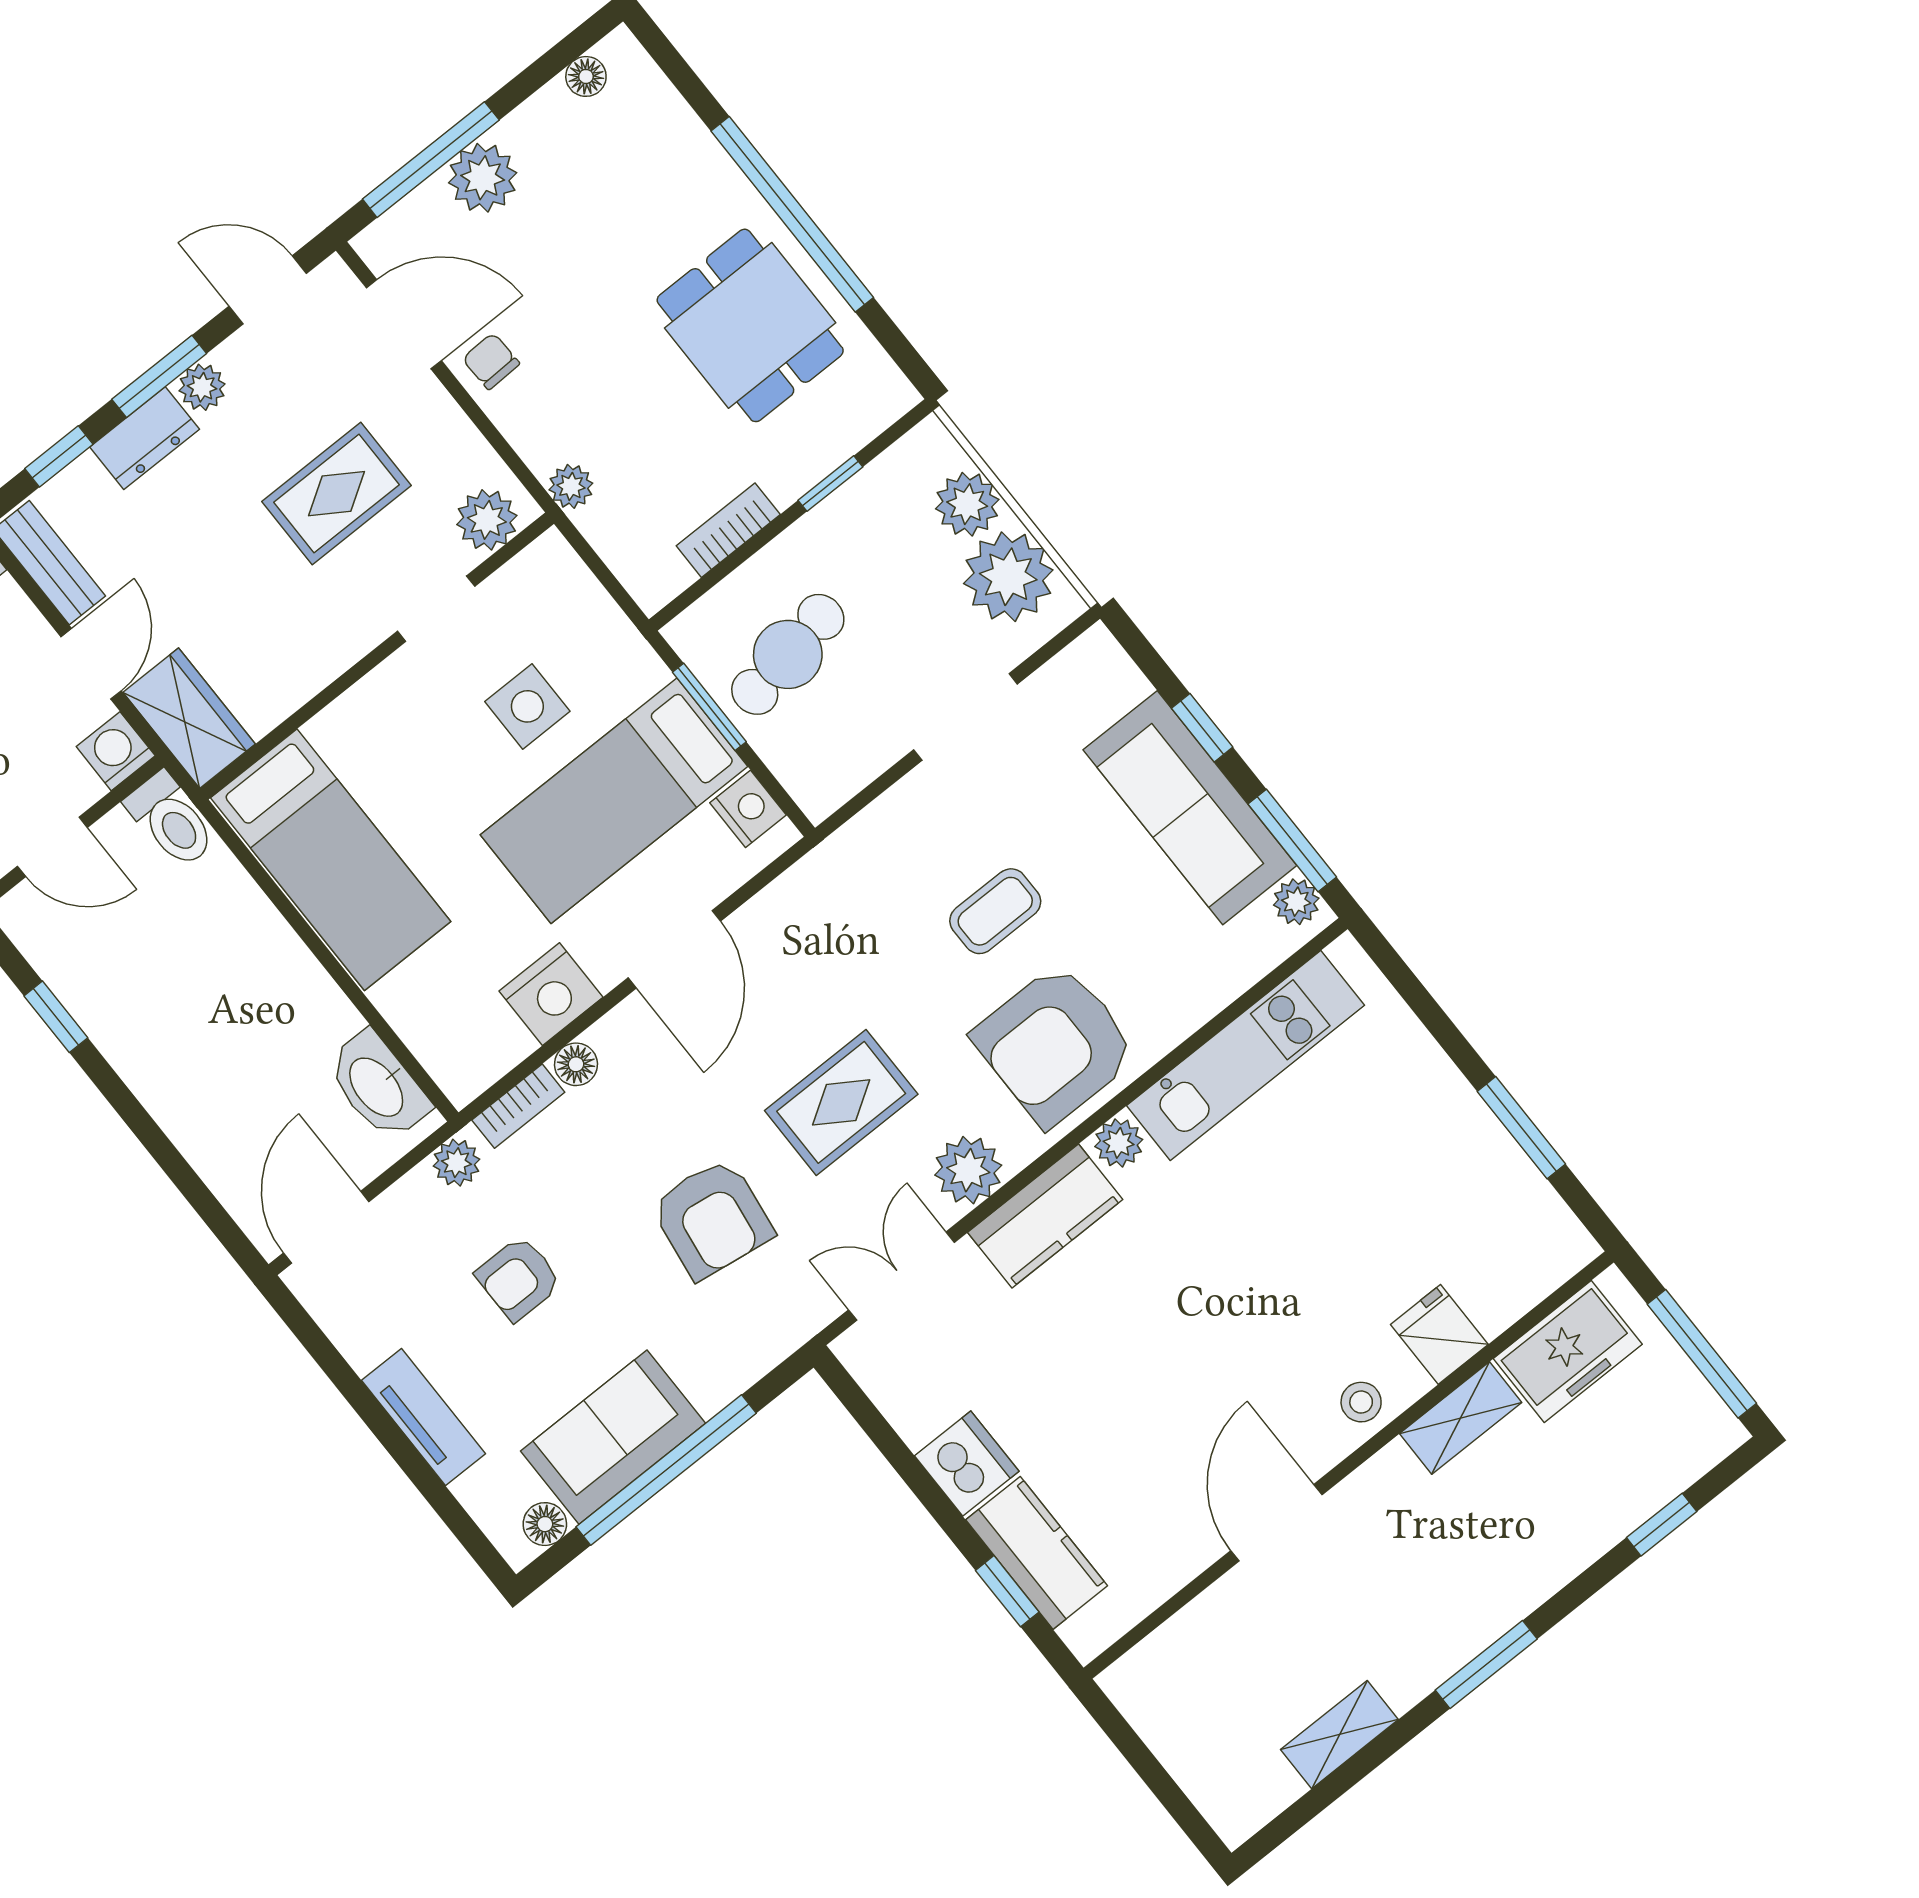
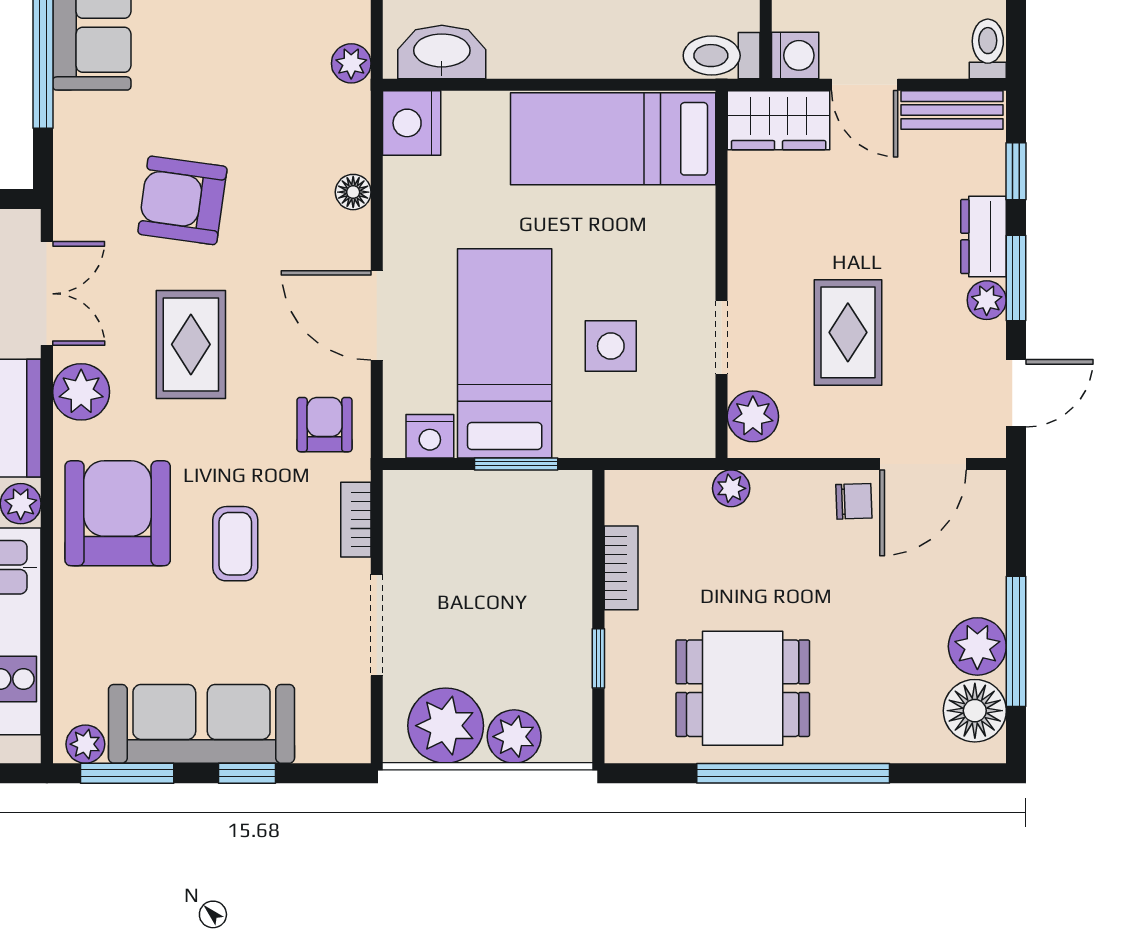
floor lamp: (586, 76) -> (975, 711), width x1.89, depth x1.89
window: (431, 160) -> (1016, 641), moved
plant: (483, 178) -> (977, 646), moved
cafe table: (788, 654) -> (510, 542), removed
nightstand: (551, 994) -> (412, 123), moved
bookcase: (518, 1106) -> (356, 520), moved
armchair: (519, 1278) -> (324, 425), moved

